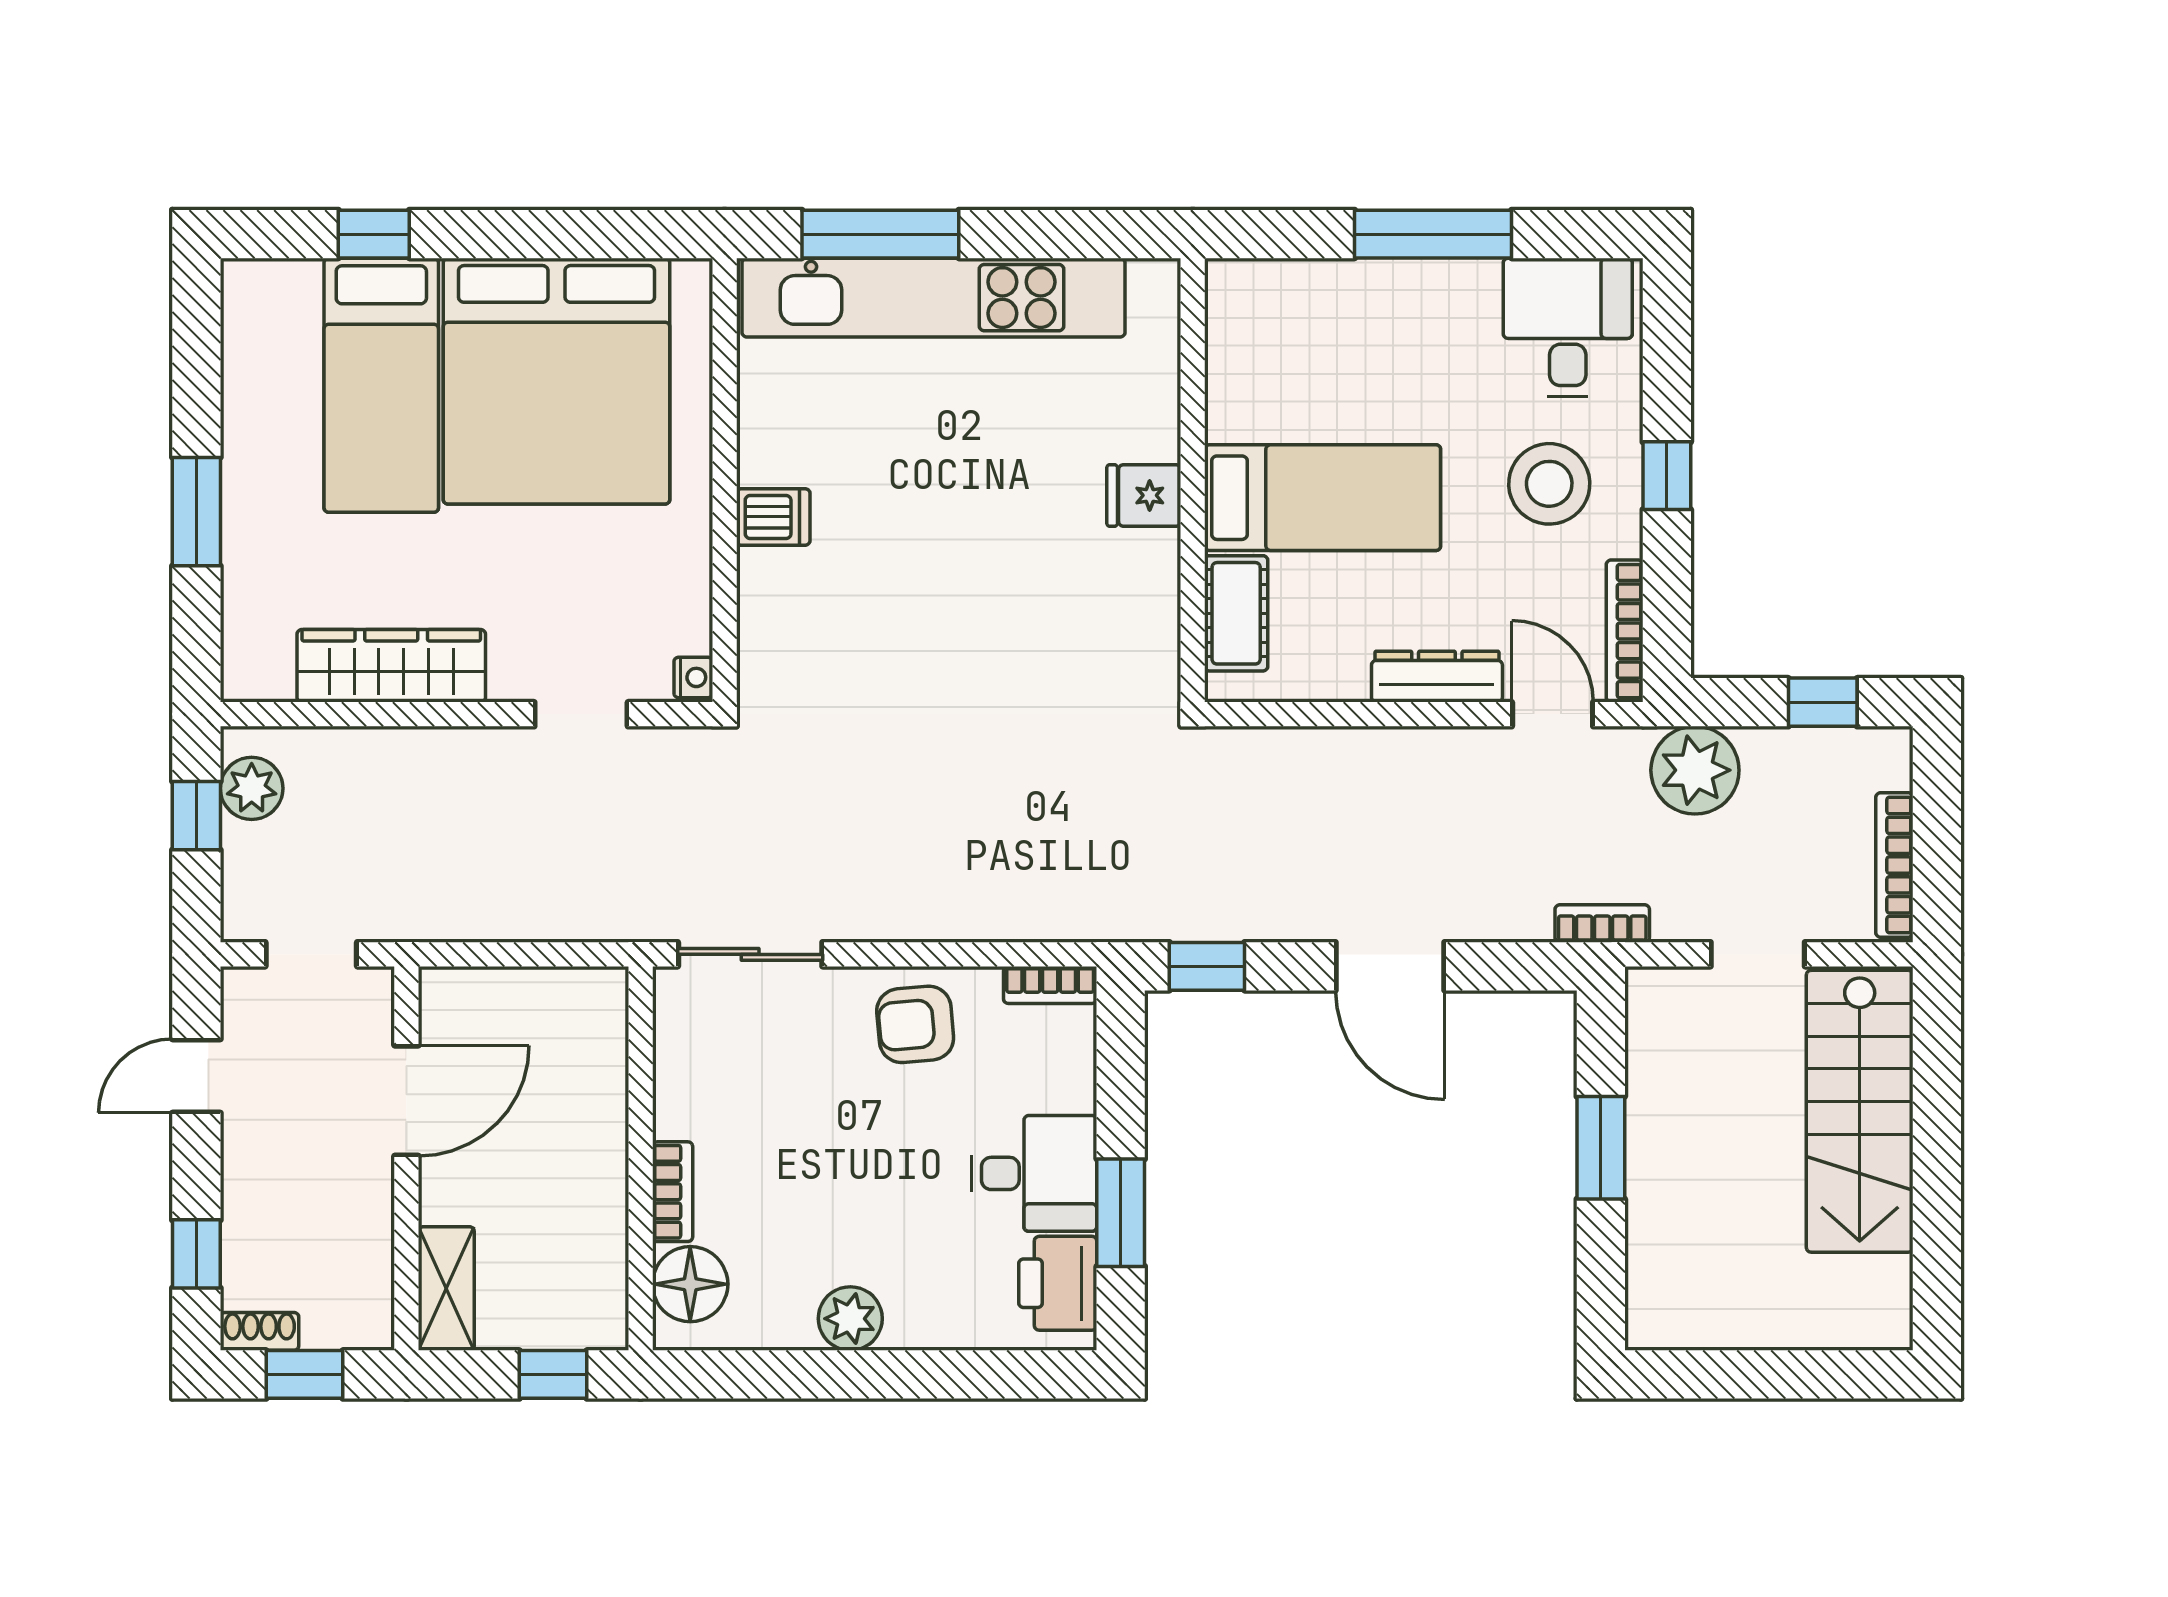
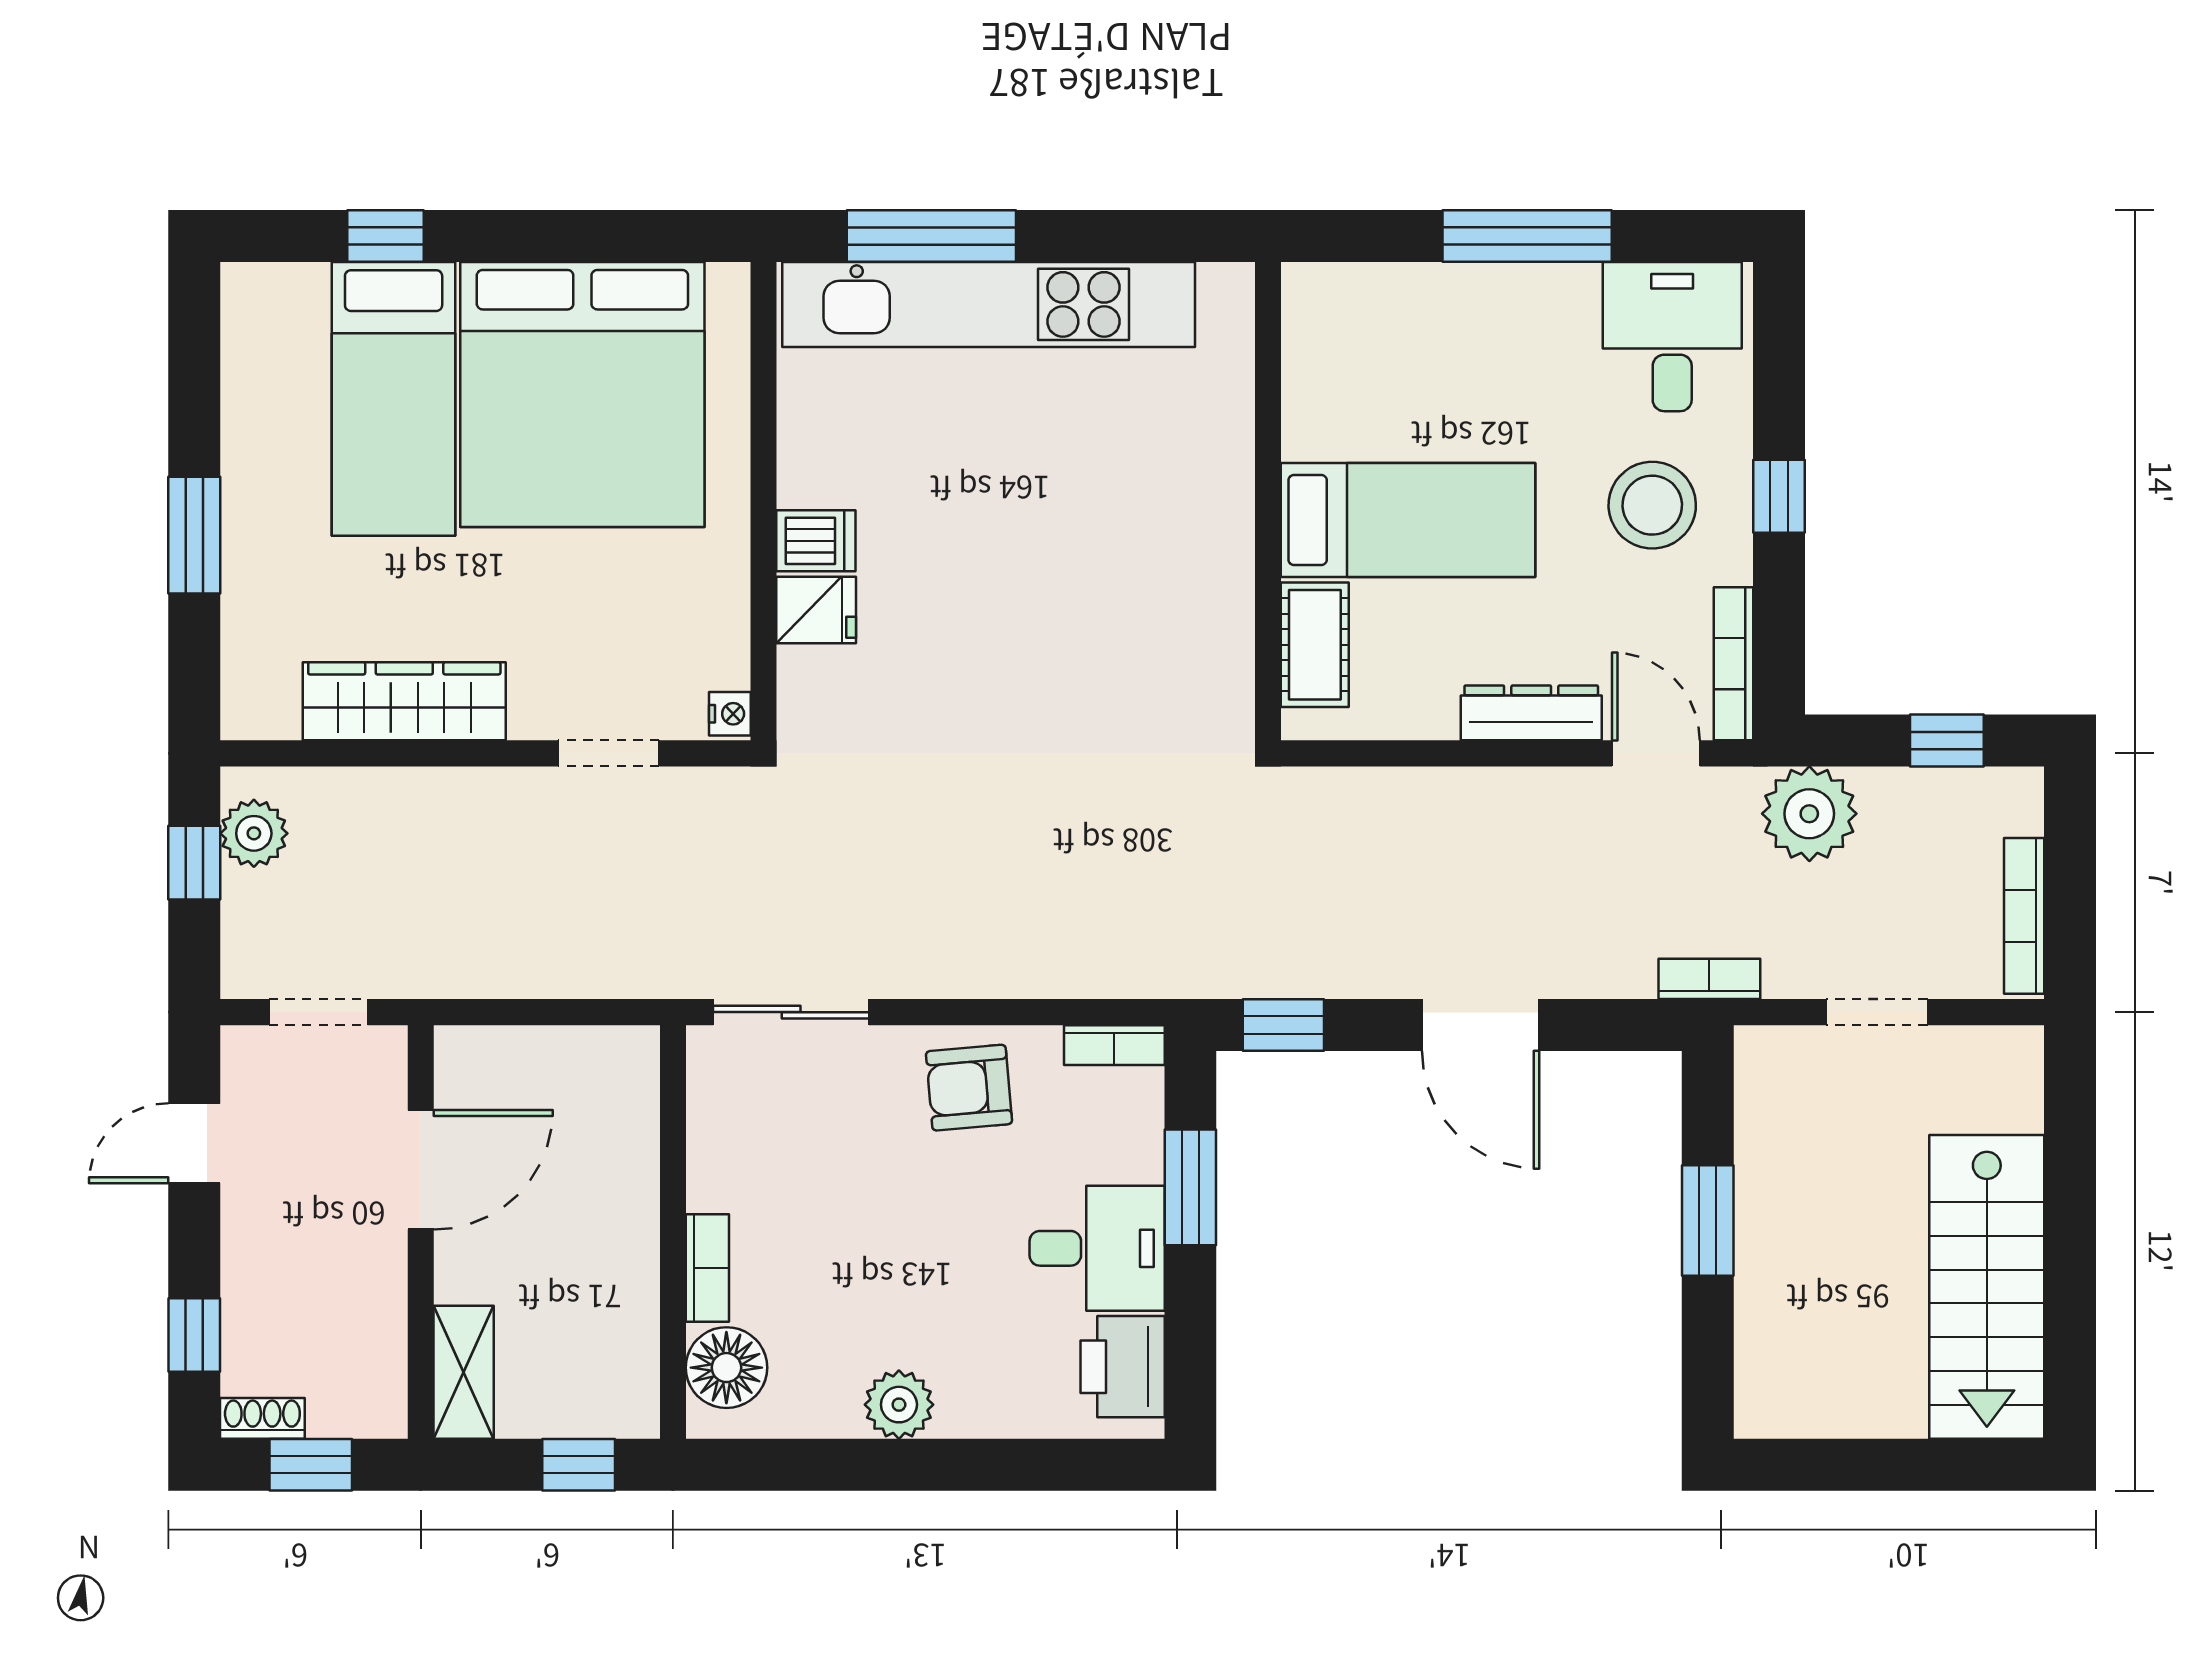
fridge: (1144, 495) -> (816, 610), moved, turned 180
stairs: (1860, 1111) -> (1987, 1287), moved
window: (1121, 1213) -> (1190, 1187), moved

